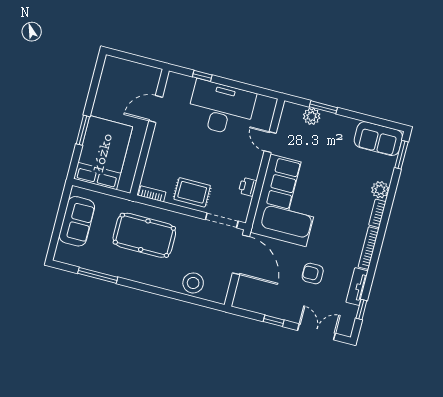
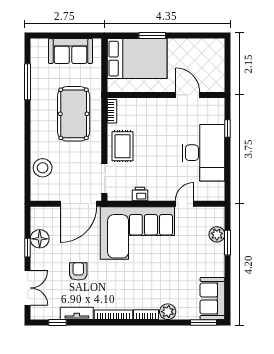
floor lamp: (268, 305) -> (40, 239), added

